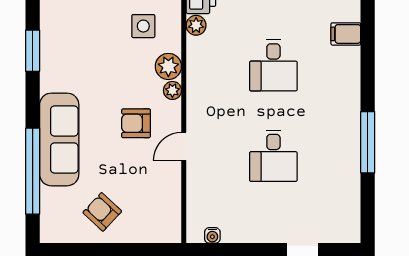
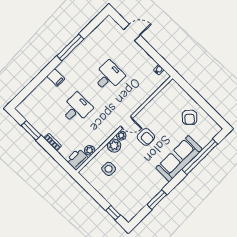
filing cabinet: (346, 34) -> (56, 78), moved
door: (184, 146) -> (126, 122), moved

